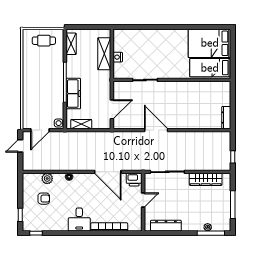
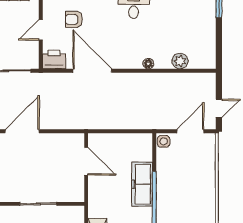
door: (112, 109) -> (86, 161), swing flipped
shelving: (81, 124) -> (131, 140), removed
door: (156, 130) -> (22, 131), swing flipped
armchair: (44, 199) -> (74, 19), moved

